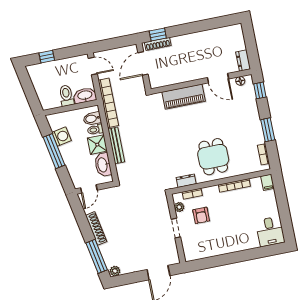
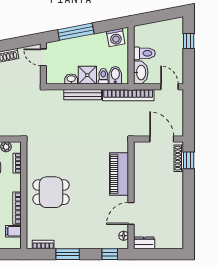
door: (93, 66) -> (169, 87), swing flipped
washing machine: (62, 136) -> (116, 38), moved
window: (54, 151) -> (76, 32), moved
washbasin: (103, 165) -> (71, 79), width x0.52, depth x0.69
dresser: (186, 181) -> (32, 159), removed
filing cabinet: (268, 182) -> (13, 231), moved

